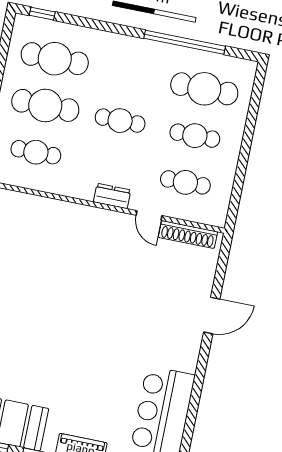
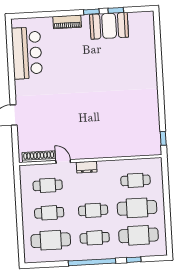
window: (42, 14) -> (134, 260), moved
window: (185, 42) -> (92, 262), moved
cafe table: (130, 74) -> (95, 238), added

